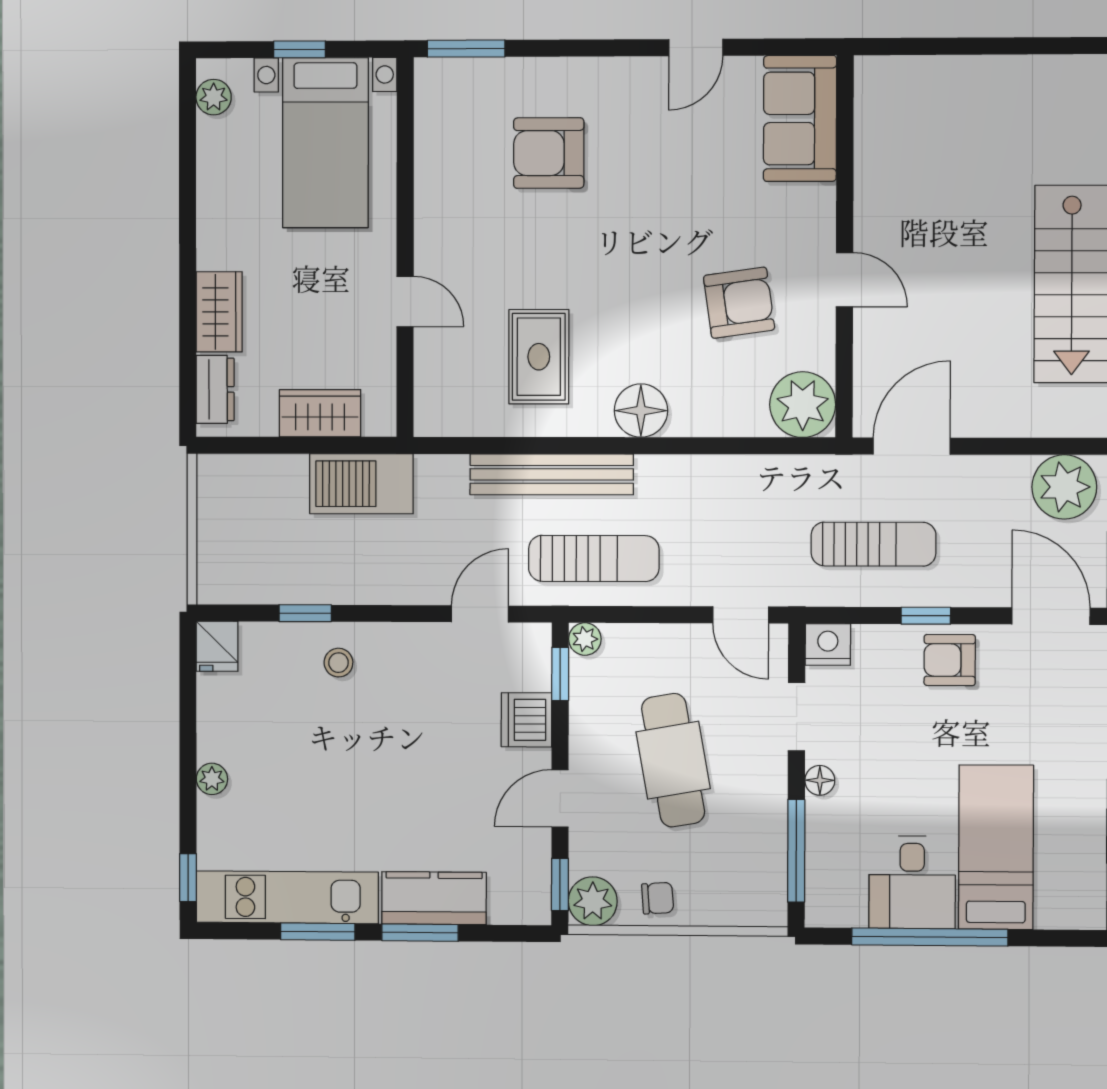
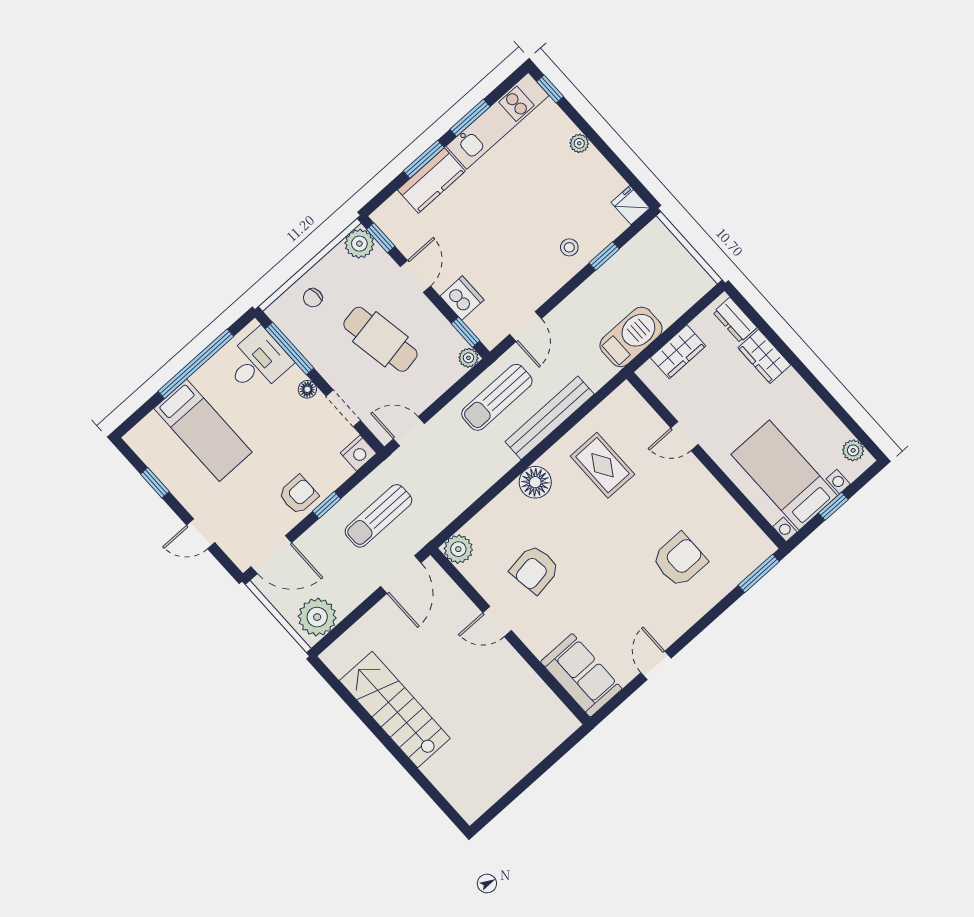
plant: (803, 405) -> (458, 549), width x0.73, depth x0.73
desk: (912, 882) -> (258, 362), moved, turned 90
chair: (658, 898) -> (313, 298), moved

